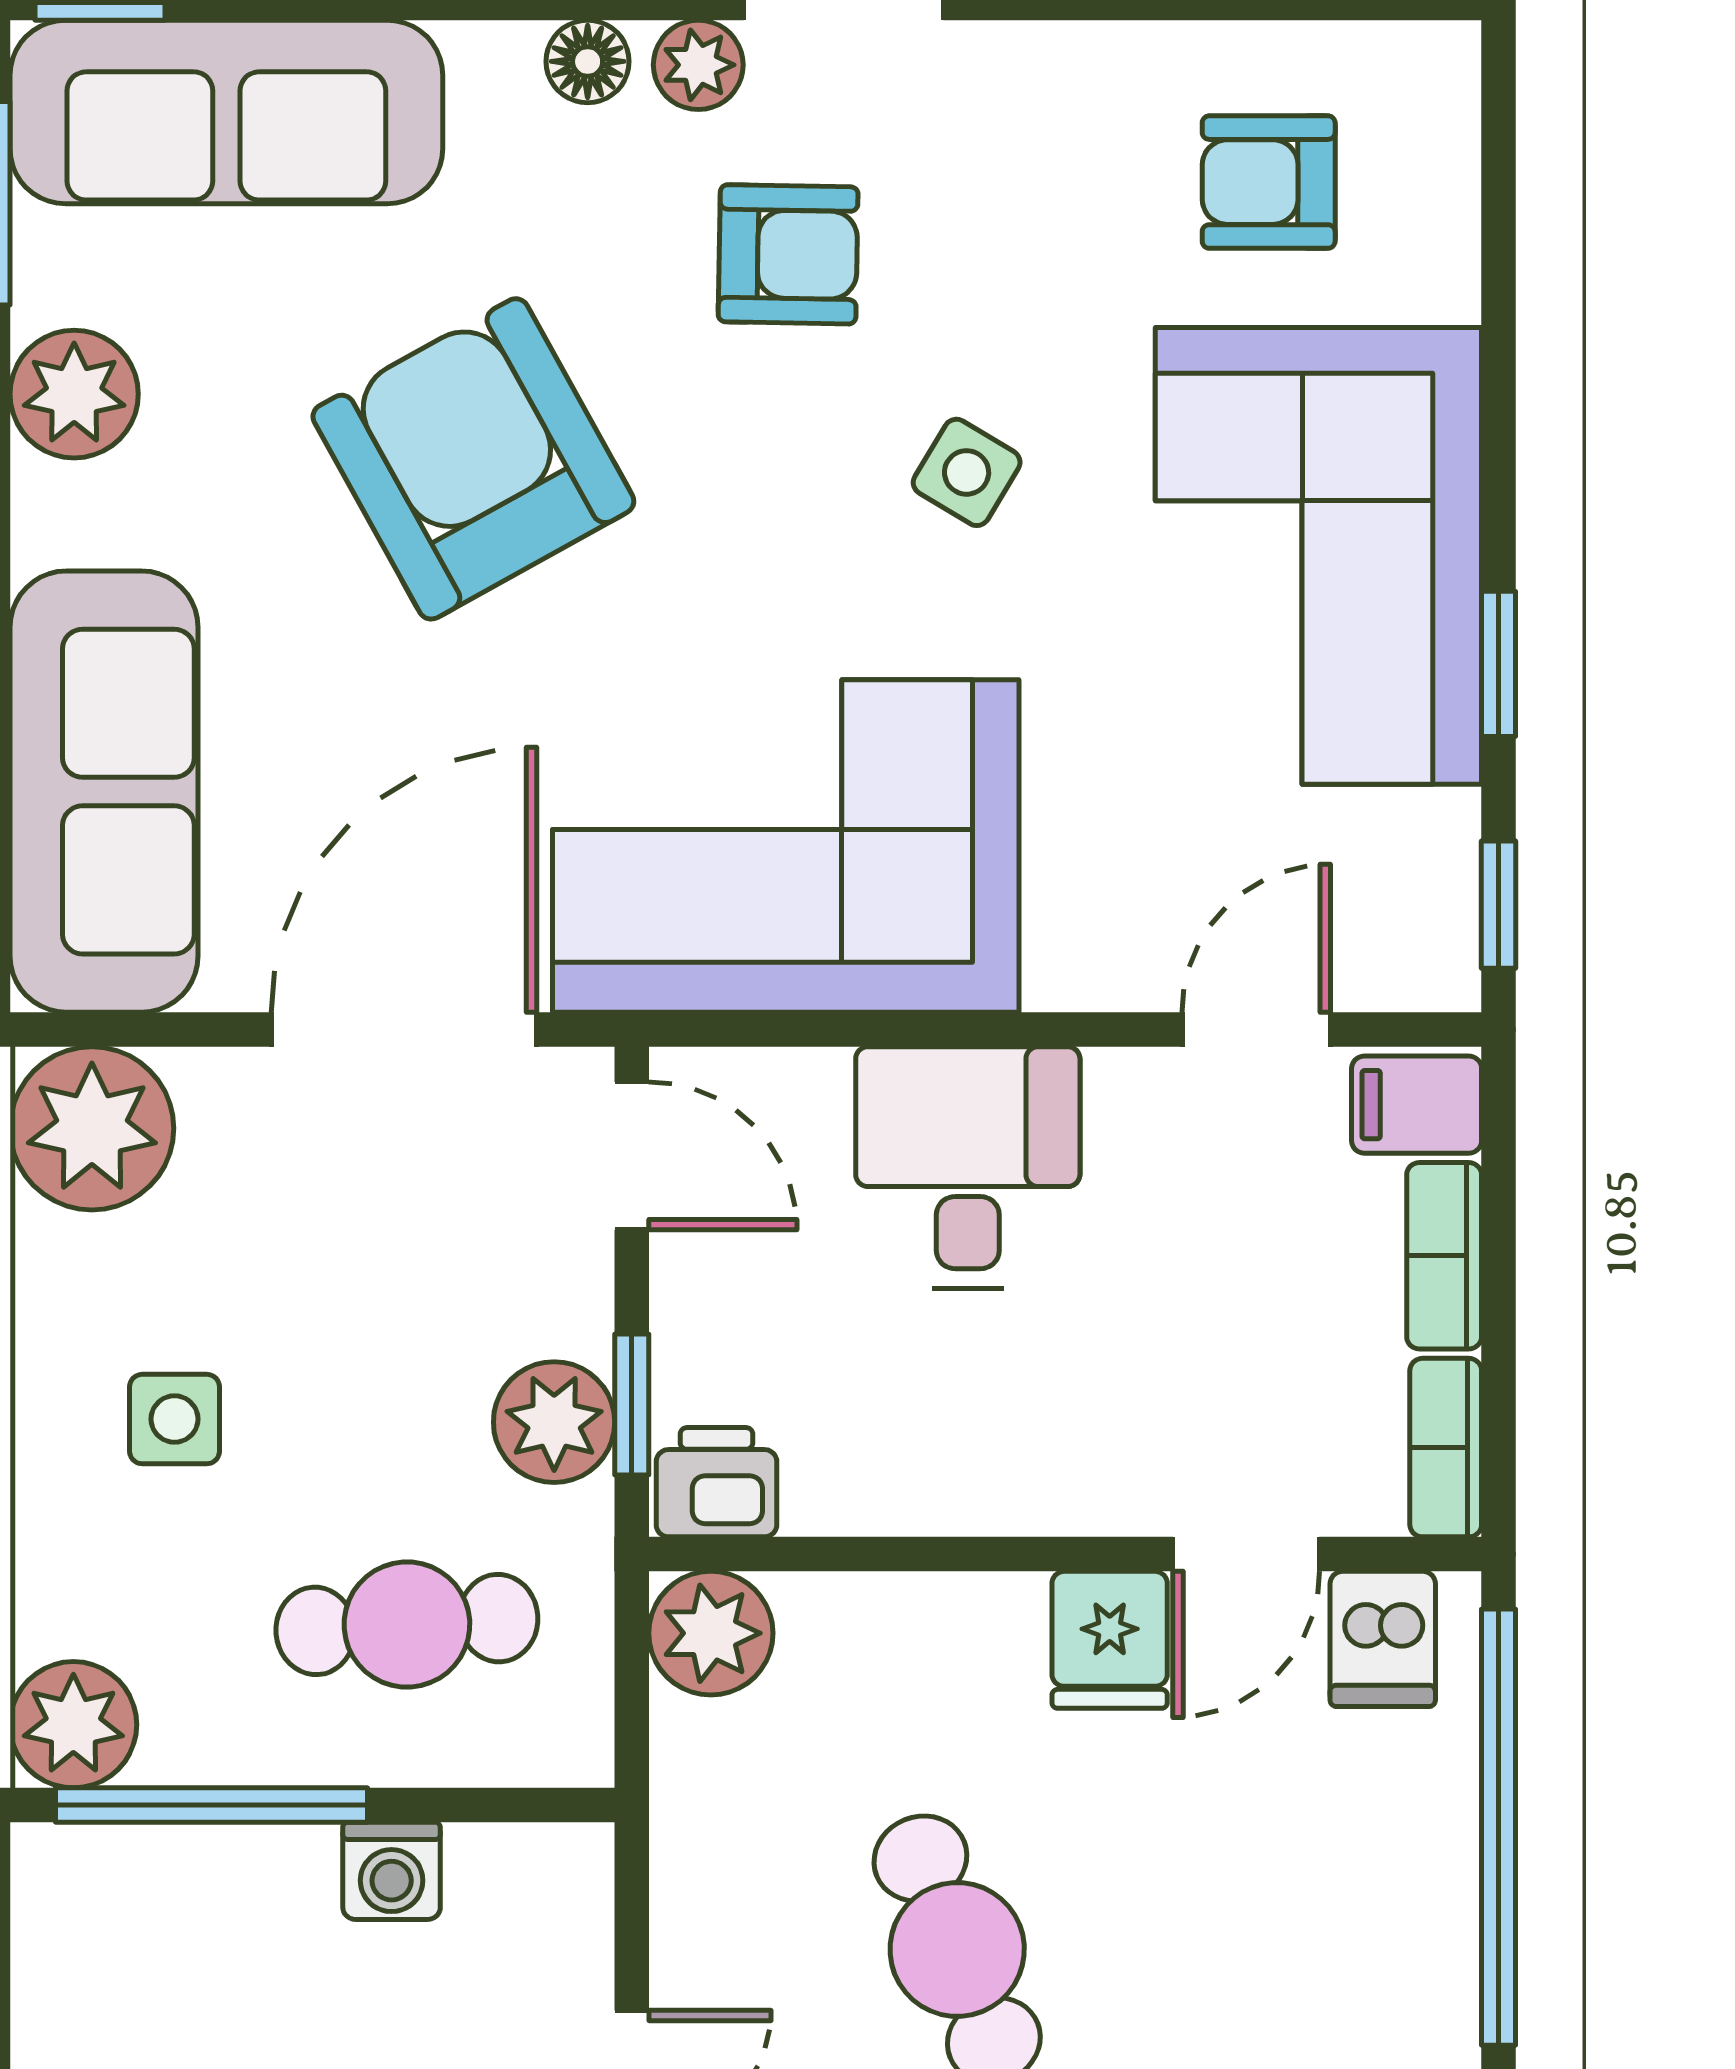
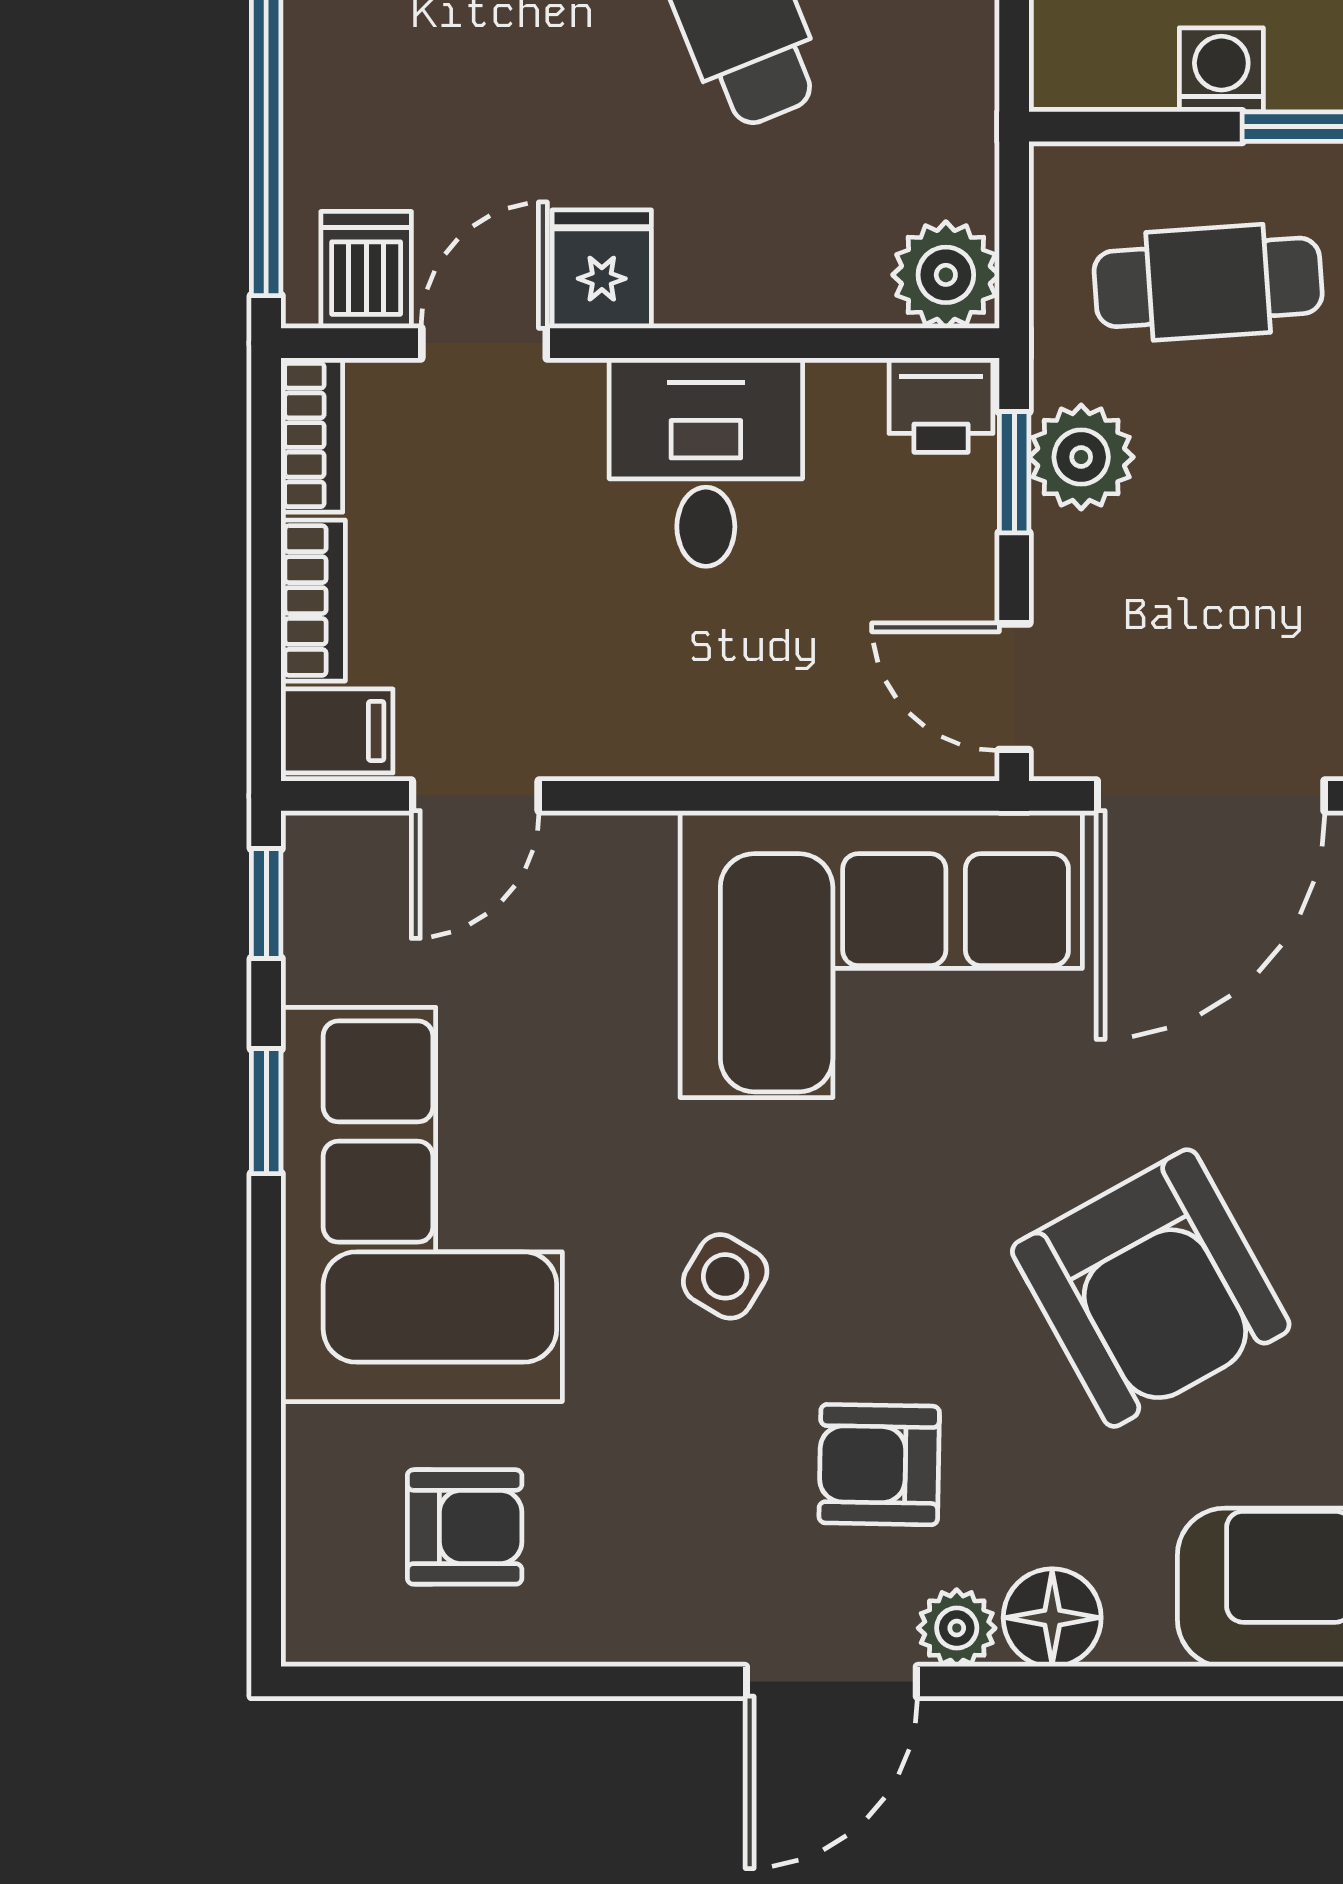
floor lamp: (588, 61) -> (1052, 1618), width x1.37, depth x1.37
desk: (968, 1167) -> (706, 462), moved, turned 180

